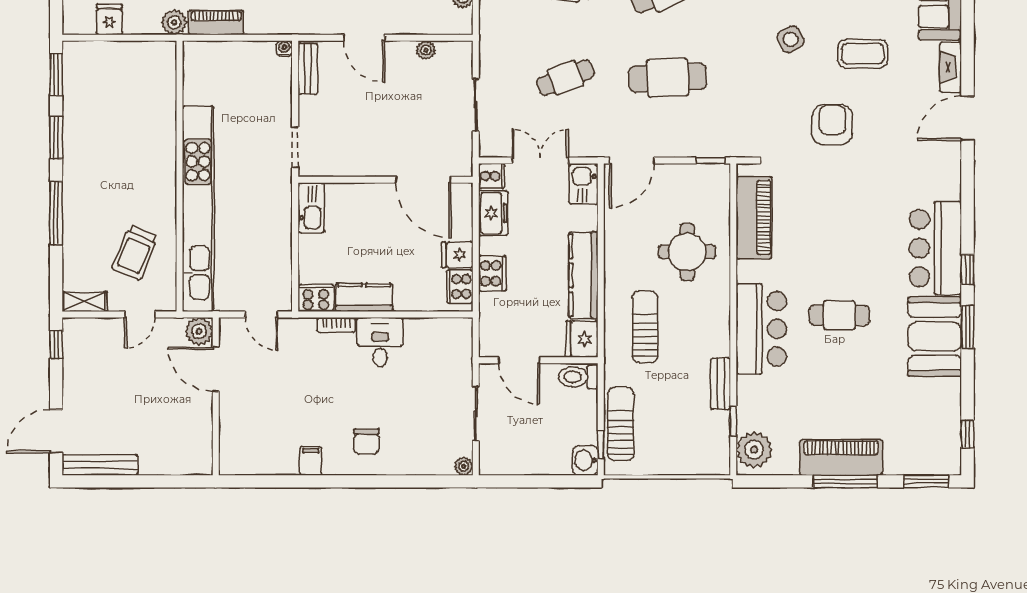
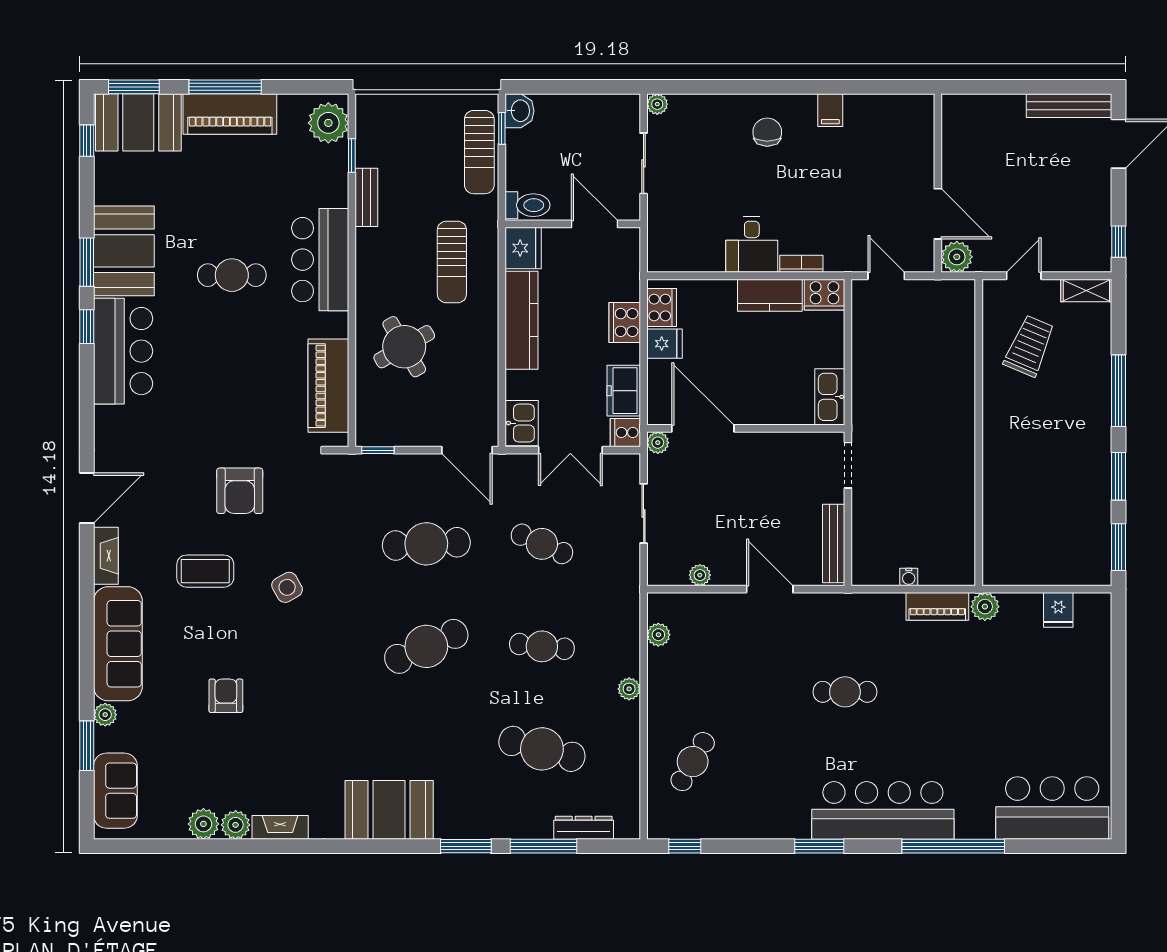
water cooler: (284, 48) -> (909, 577), moved
bench: (308, 69) -> (834, 543), width x1.36
cafe table: (565, 78) -> (542, 544), turned 45
door: (632, 161) -> (467, 450), swing flipped
plant: (463, 167) -> (658, 443), added
kitchen unit: (198, 209) -> (958, 395), removed
round table: (687, 252) -> (404, 347), turned -30
booth: (922, 450) -> (138, 122), added

